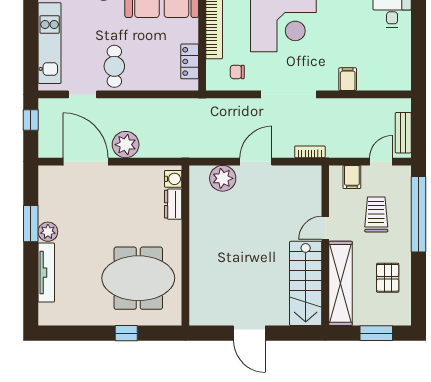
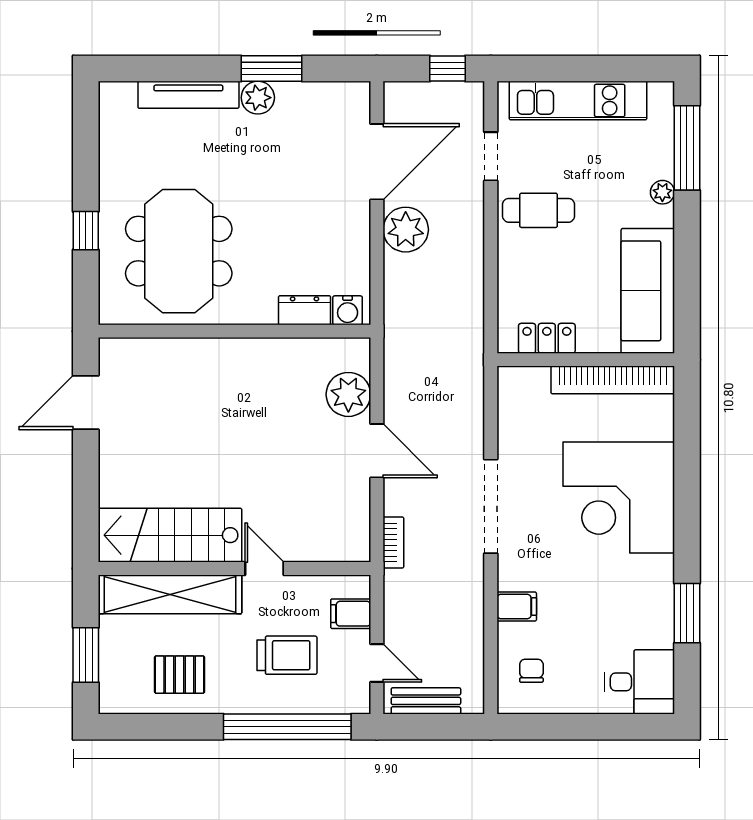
chair: (237, 72) -> (531, 671), moved
door: (249, 333) -> (86, 403), moved

